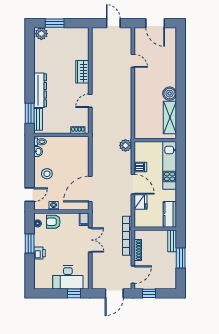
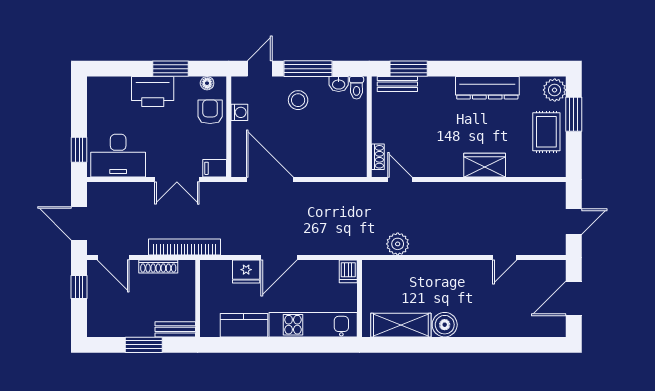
rug: (64, 38) -> (546, 132), added
dresser: (40, 90) -> (487, 88), moved
door: (90, 101) -> (400, 179), moved
plant: (125, 145) -> (398, 244), moved
dishwasher: (140, 167) -> (348, 271), moved
window: (30, 168) -> (308, 69), added
door: (30, 195) -> (260, 69), swing flipped
kitchen counter: (170, 214) -> (244, 325), moved
printer: (40, 253) -> (153, 92), width x1.87, depth x1.48
desk: (68, 277) -> (118, 156), moved, turned -90

